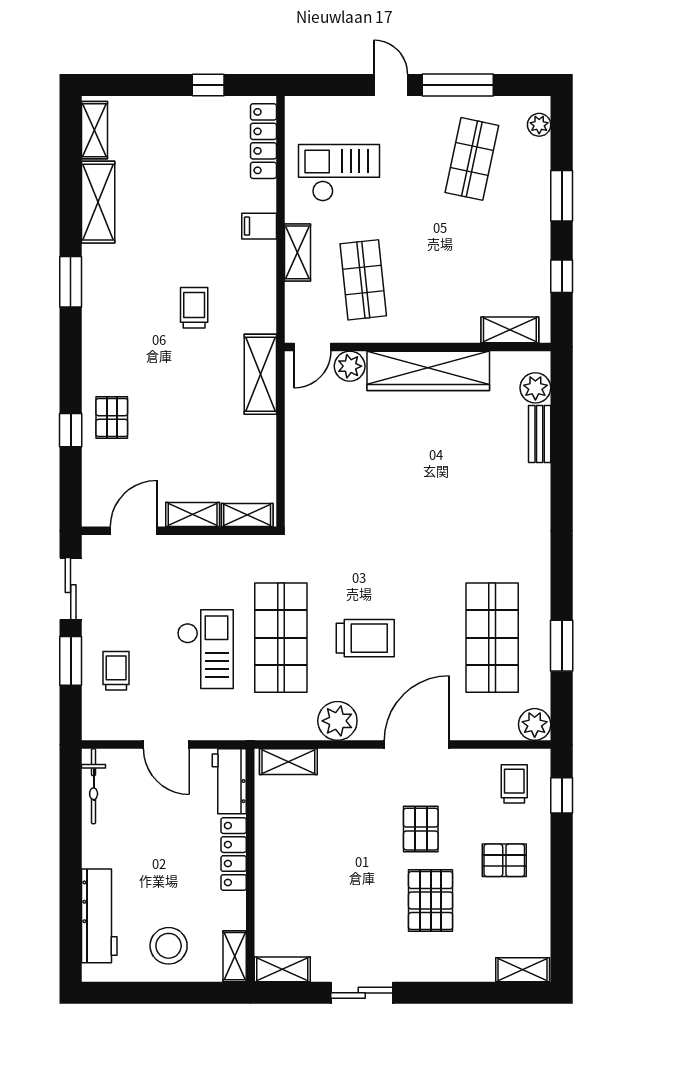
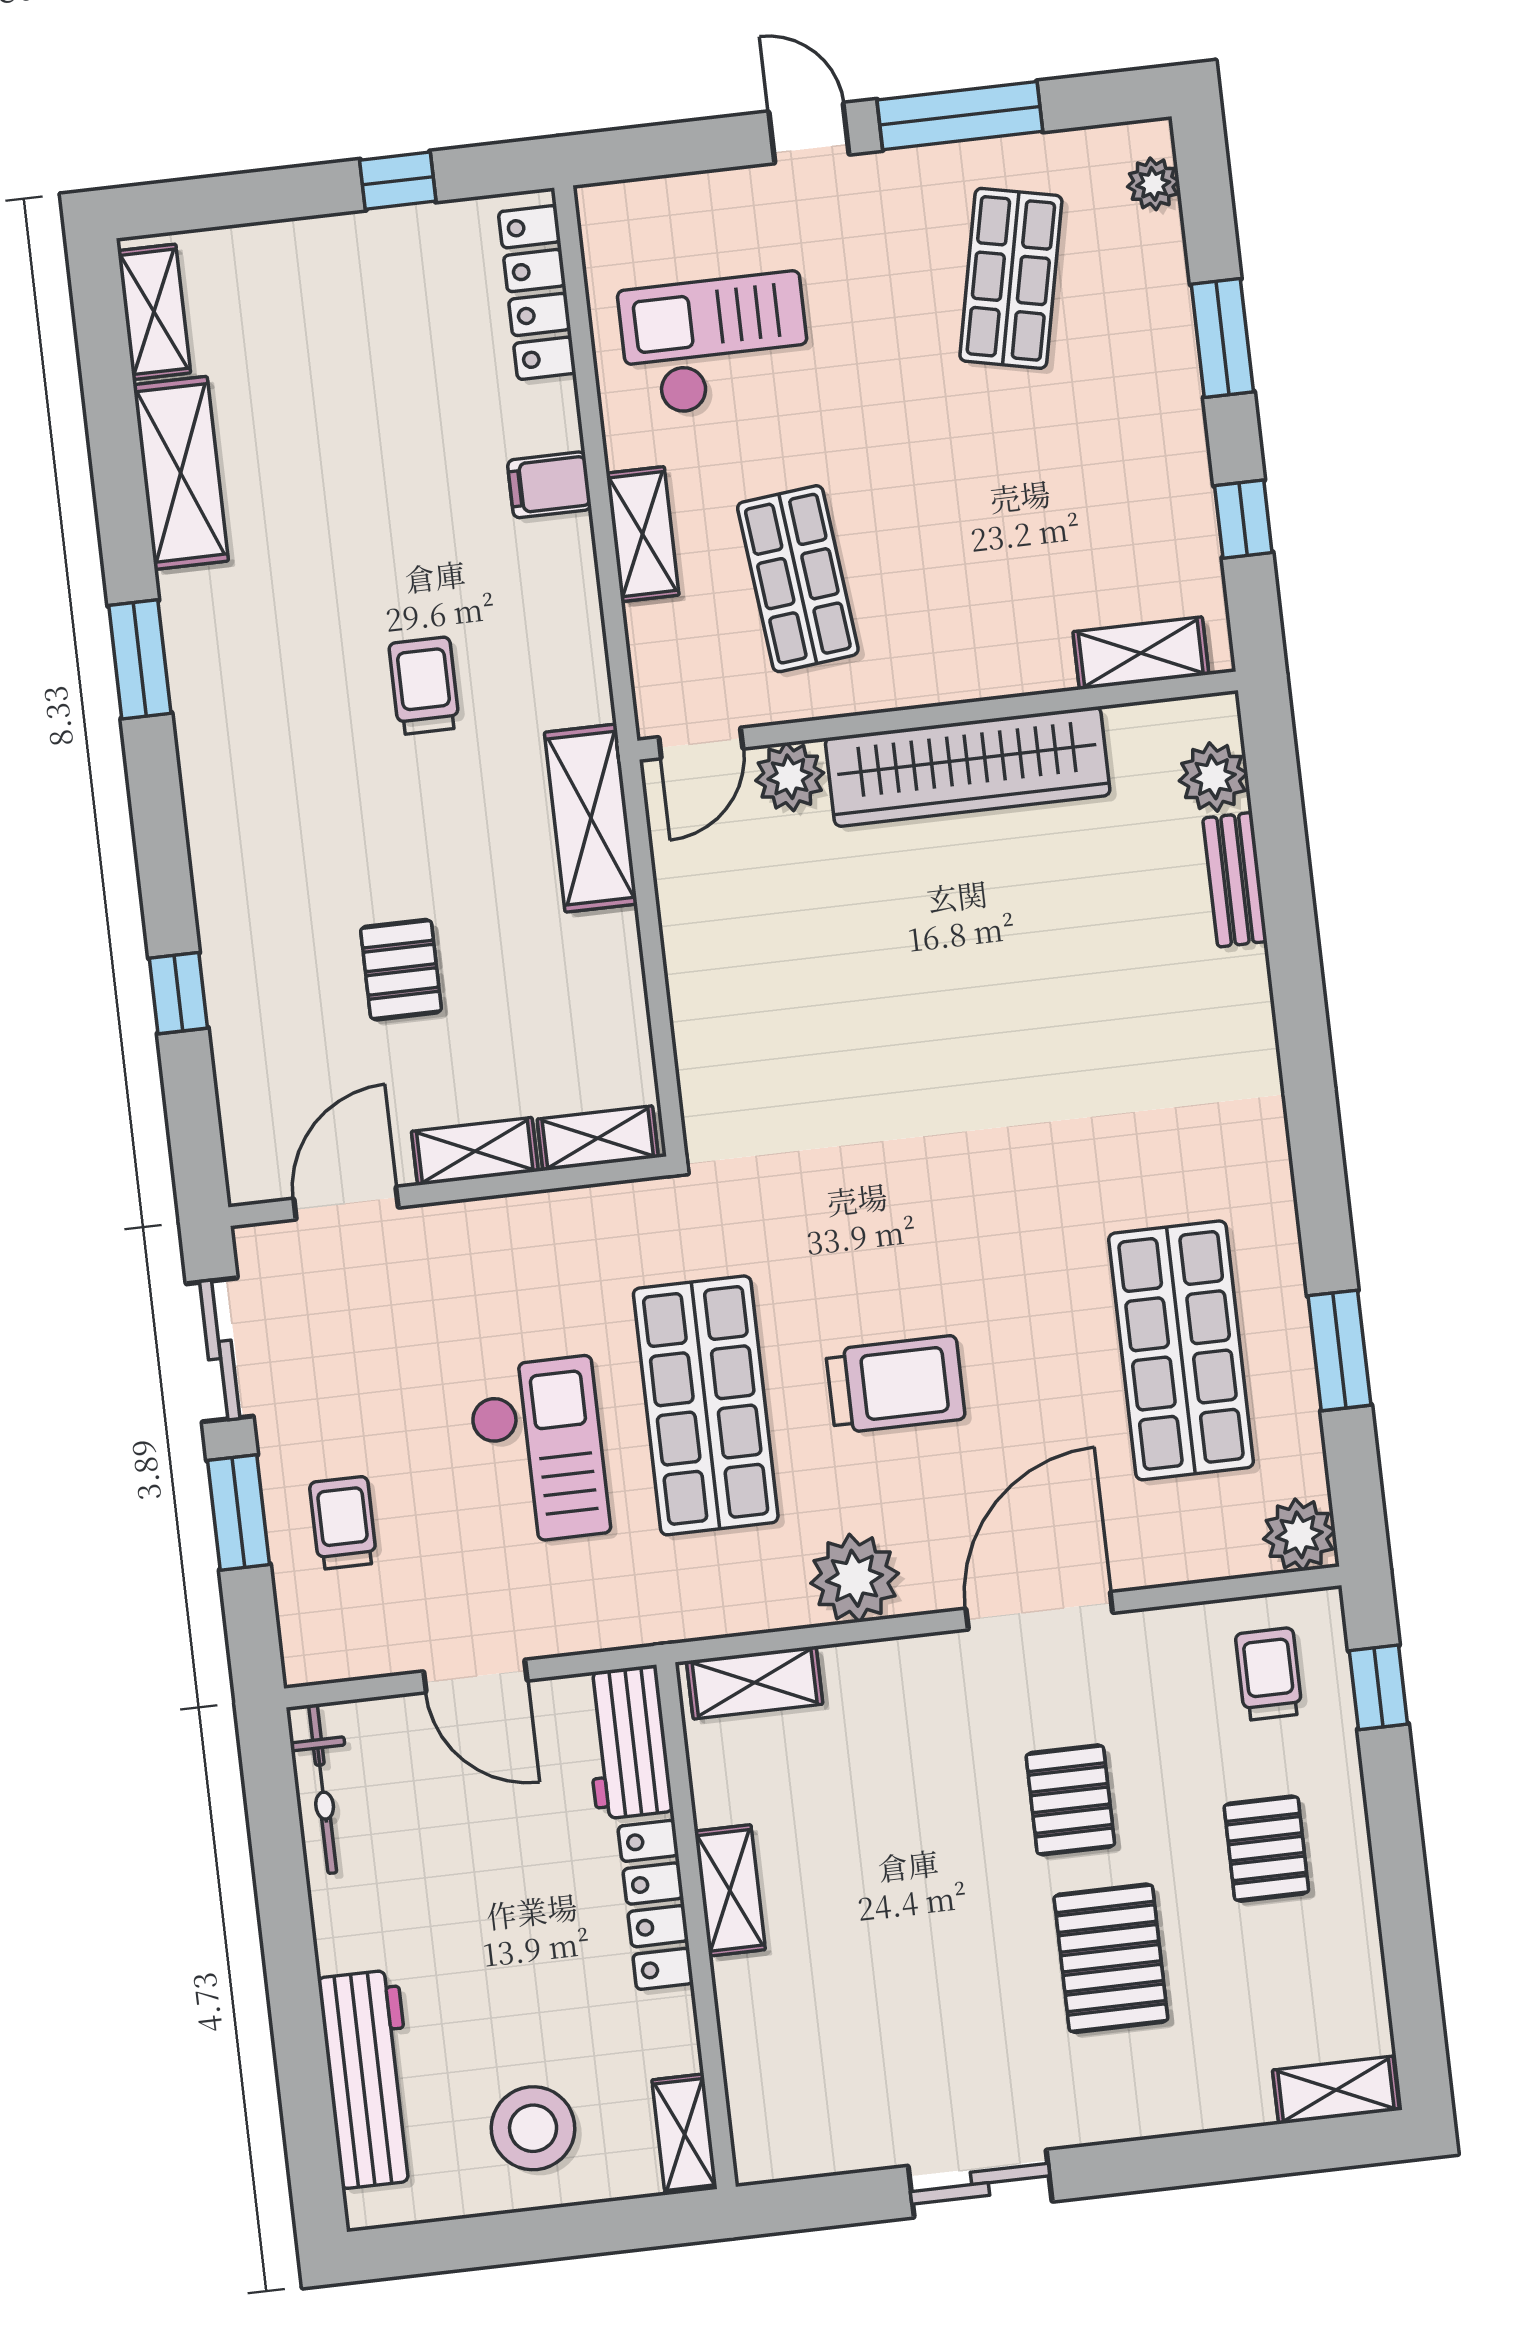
pallet: (112, 417) -> (401, 970), moved
pallet: (504, 860) -> (1266, 1849), turned 90
shelving: (282, 969) -> (730, 1890), moved, turned 90

